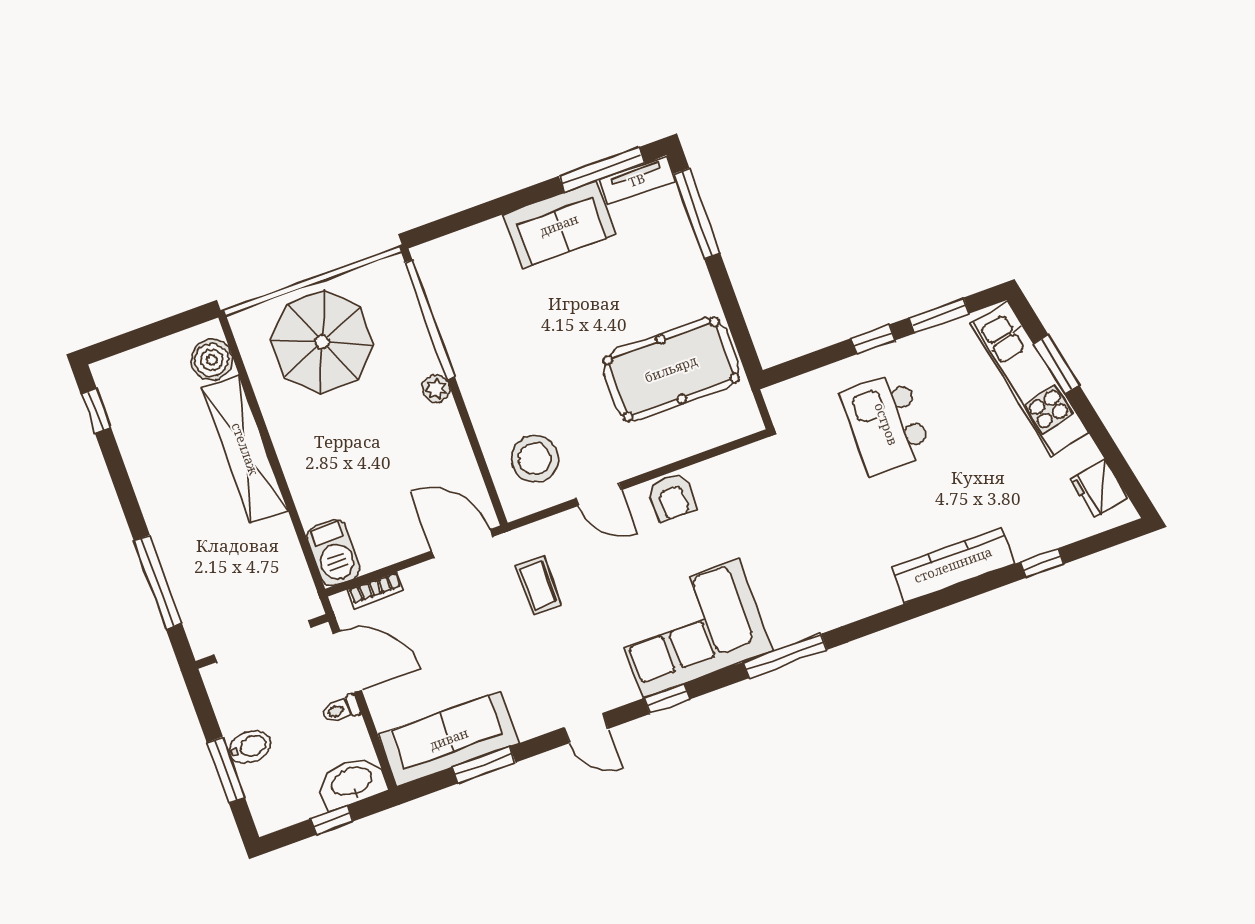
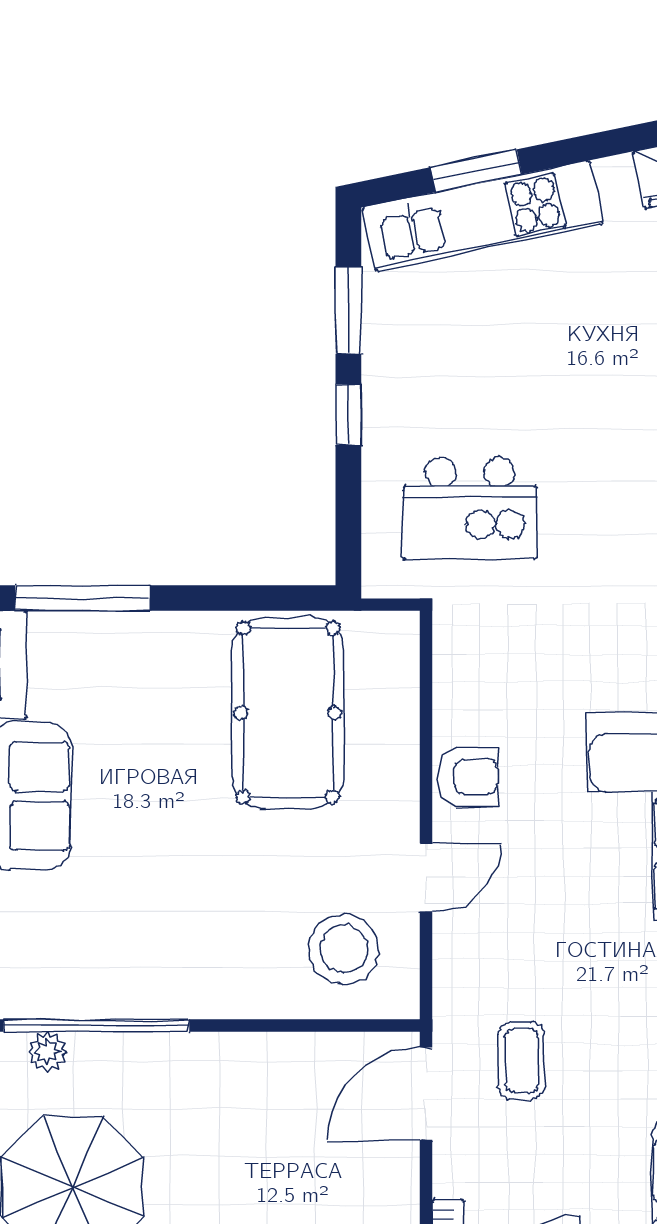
plant: (436, 389) -> (47, 1052), moved
kitchen island: (886, 424) -> (470, 508), moved
coffee table: (538, 585) -> (521, 1061), moved, turned 90

